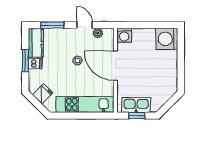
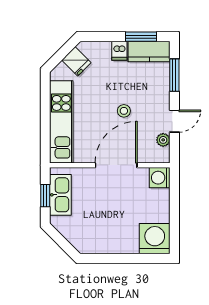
window: (25, 61) -> (141, 37), moved

